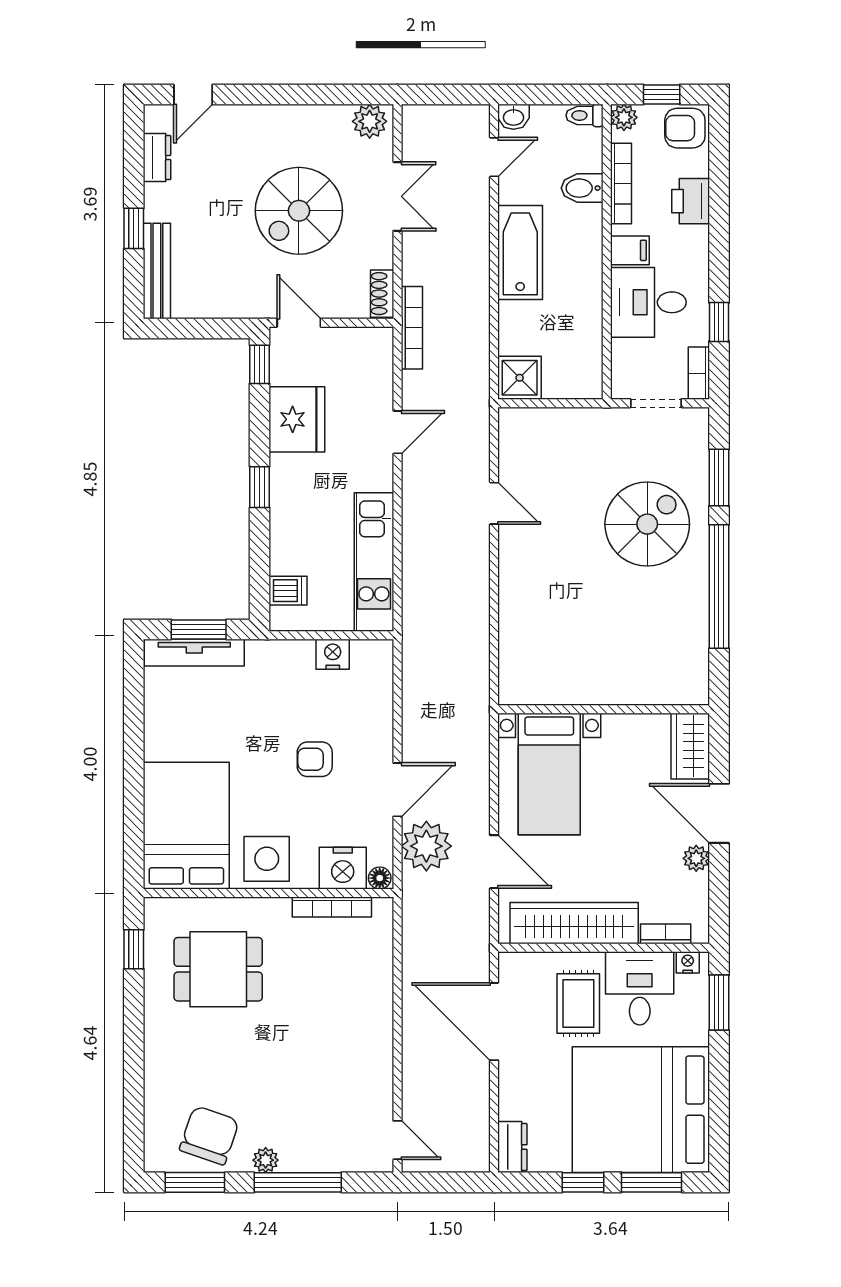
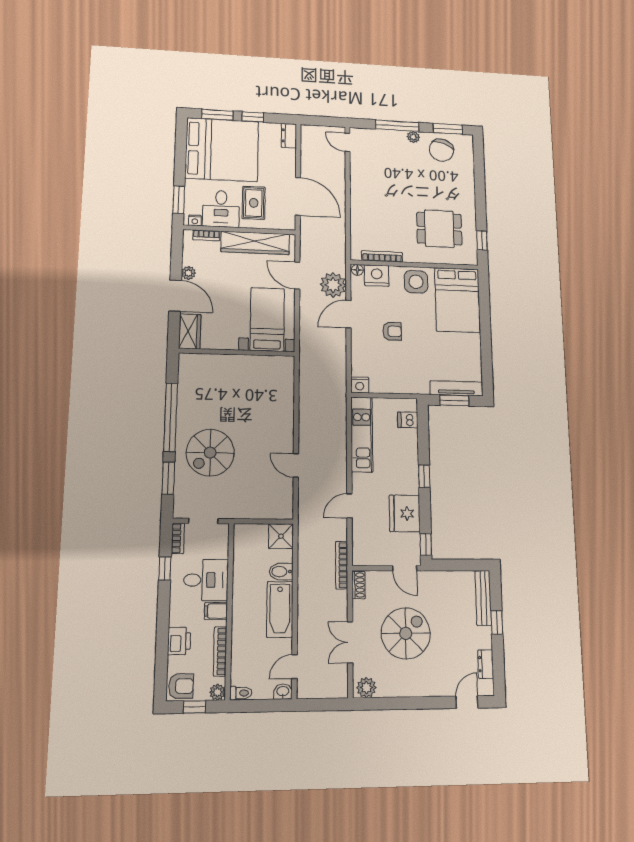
bidet: (582, 188) -> (281, 572), moved, turned 180
nightstand: (333, 654) -> (360, 385), moved

